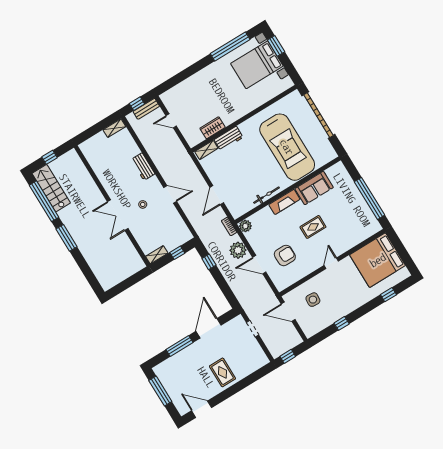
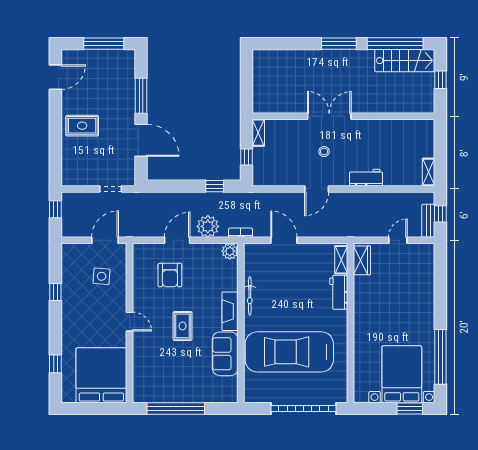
wardrobe: (213, 128) -> (362, 260), moved

